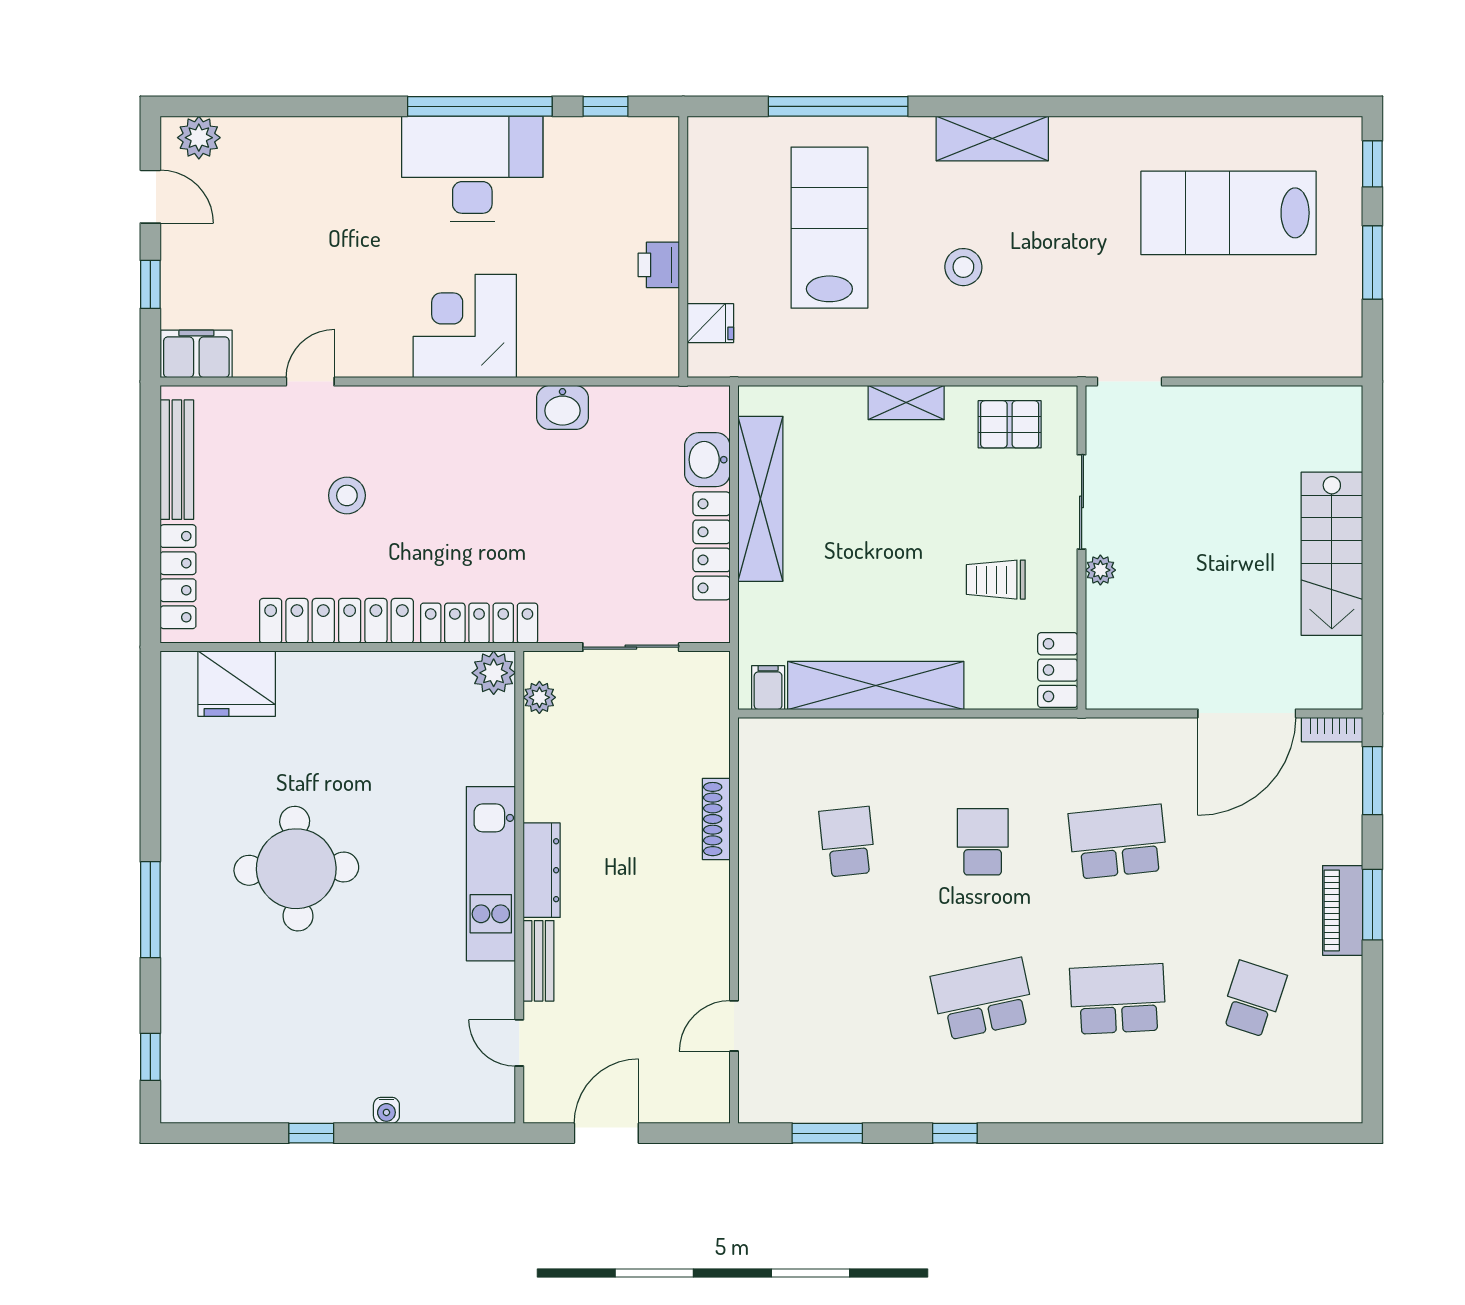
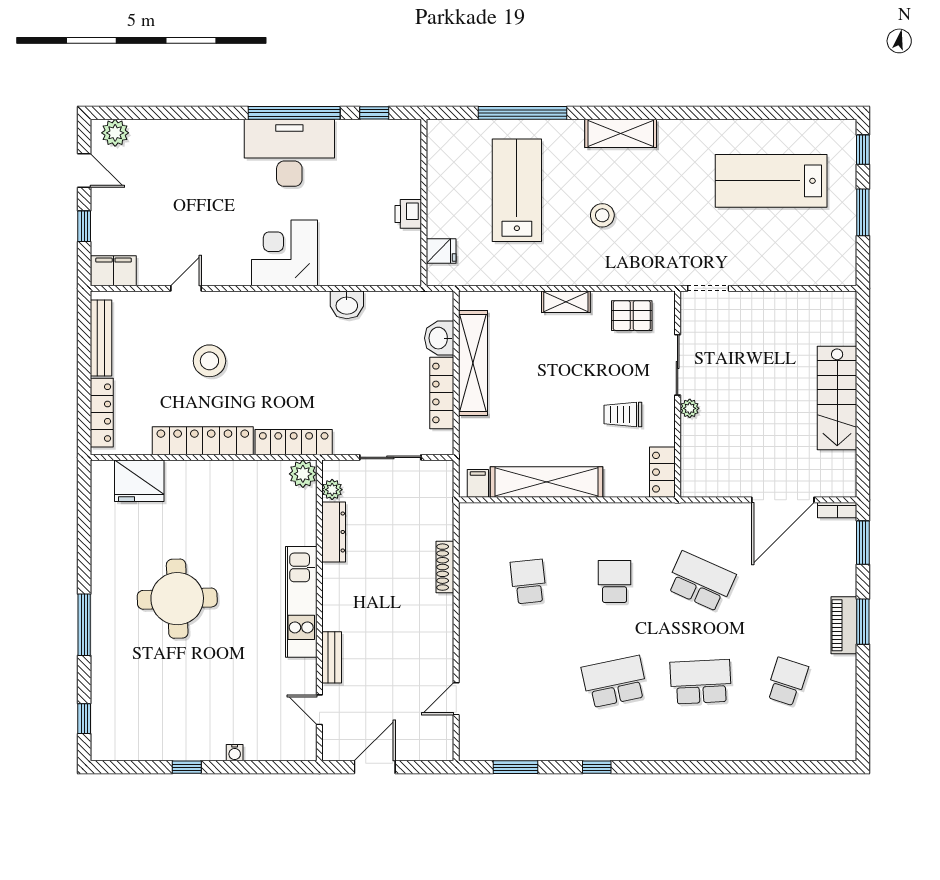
stool: (347, 495) -> (209, 361), width x1.38, depth x1.38
school desk: (1118, 842) -> (701, 582), turned 30
dresser: (542, 870) -> (334, 532), moved

